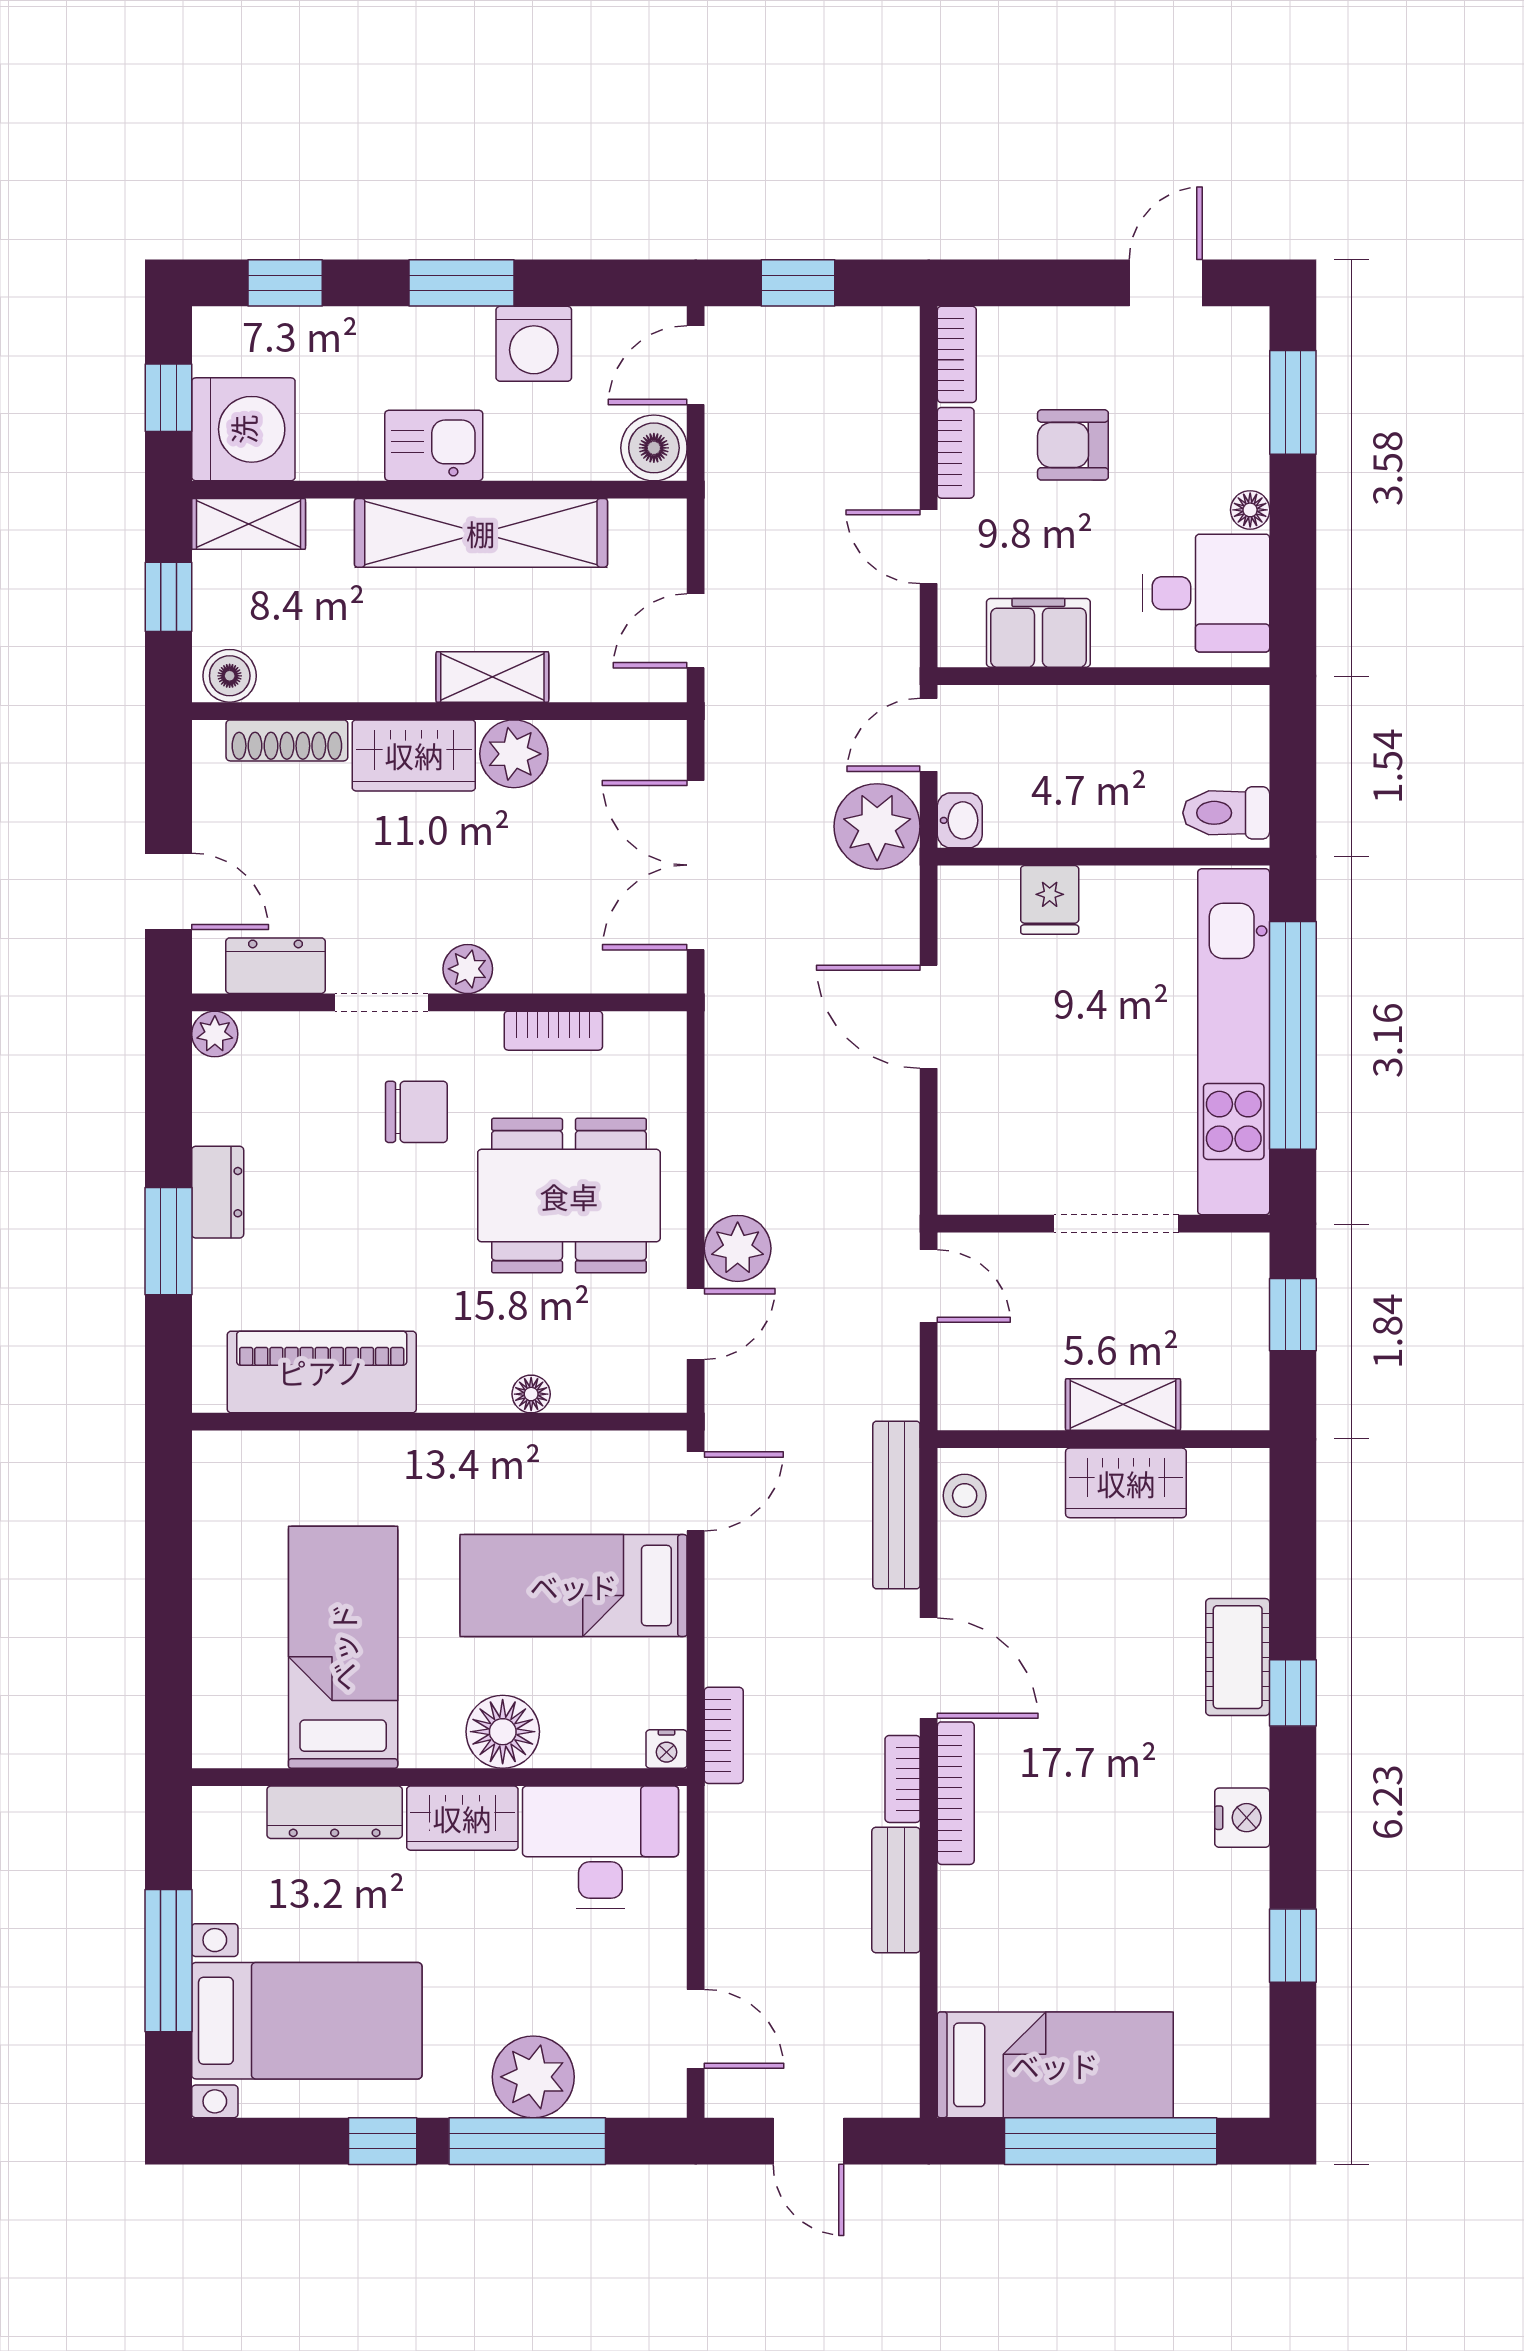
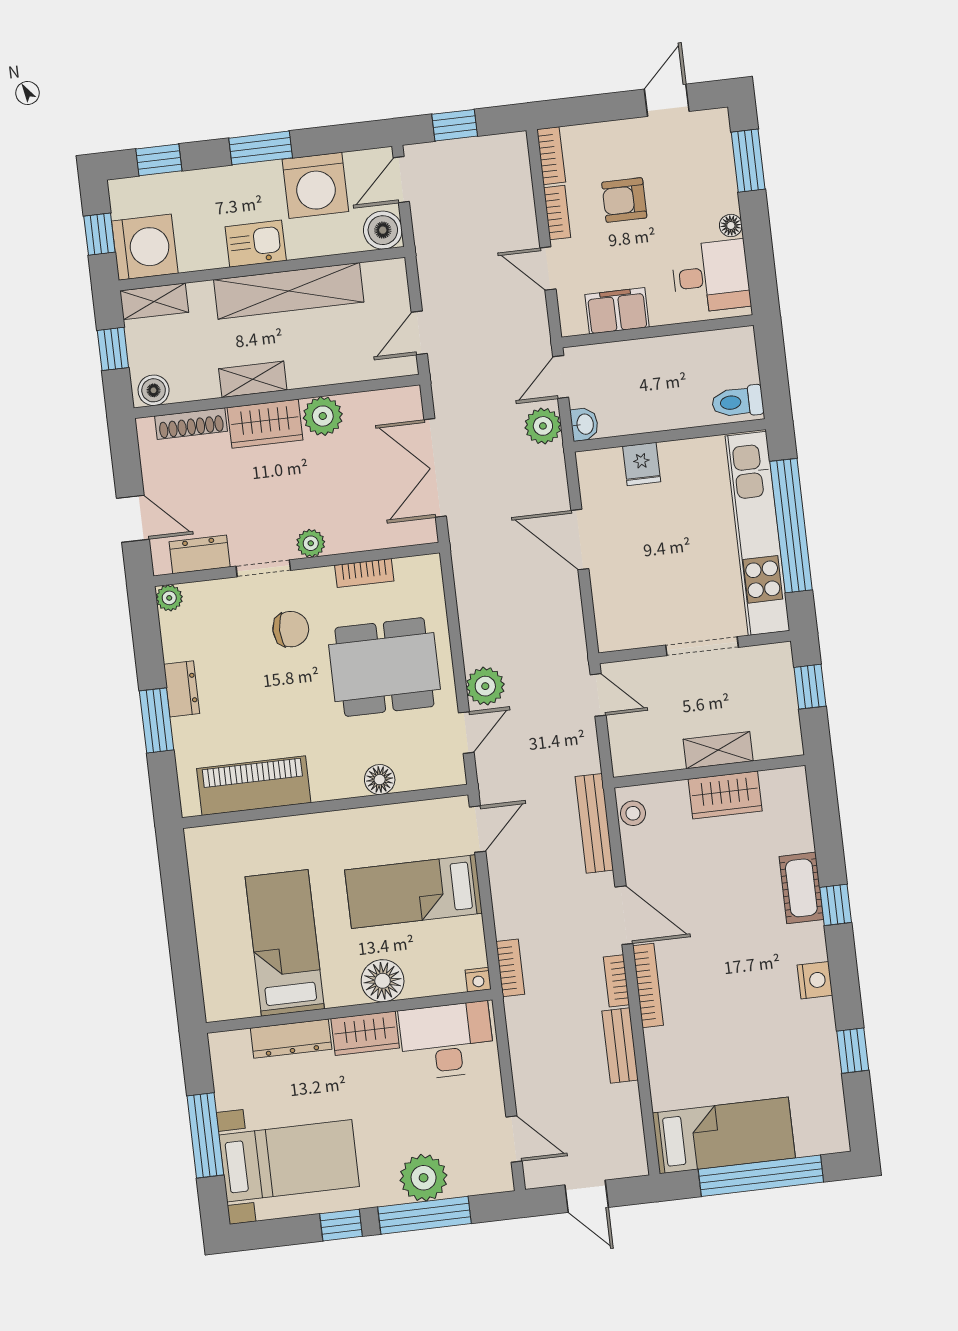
washing machine: (534, 344) -> (315, 185), width x1.37, depth x1.37
shelving: (492, 677) -> (253, 379), moved
plant: (877, 826) -> (543, 426), width x0.73, depth x0.73
floor lamp: (531, 1394) -> (380, 780), width x1.37, depth x1.37

